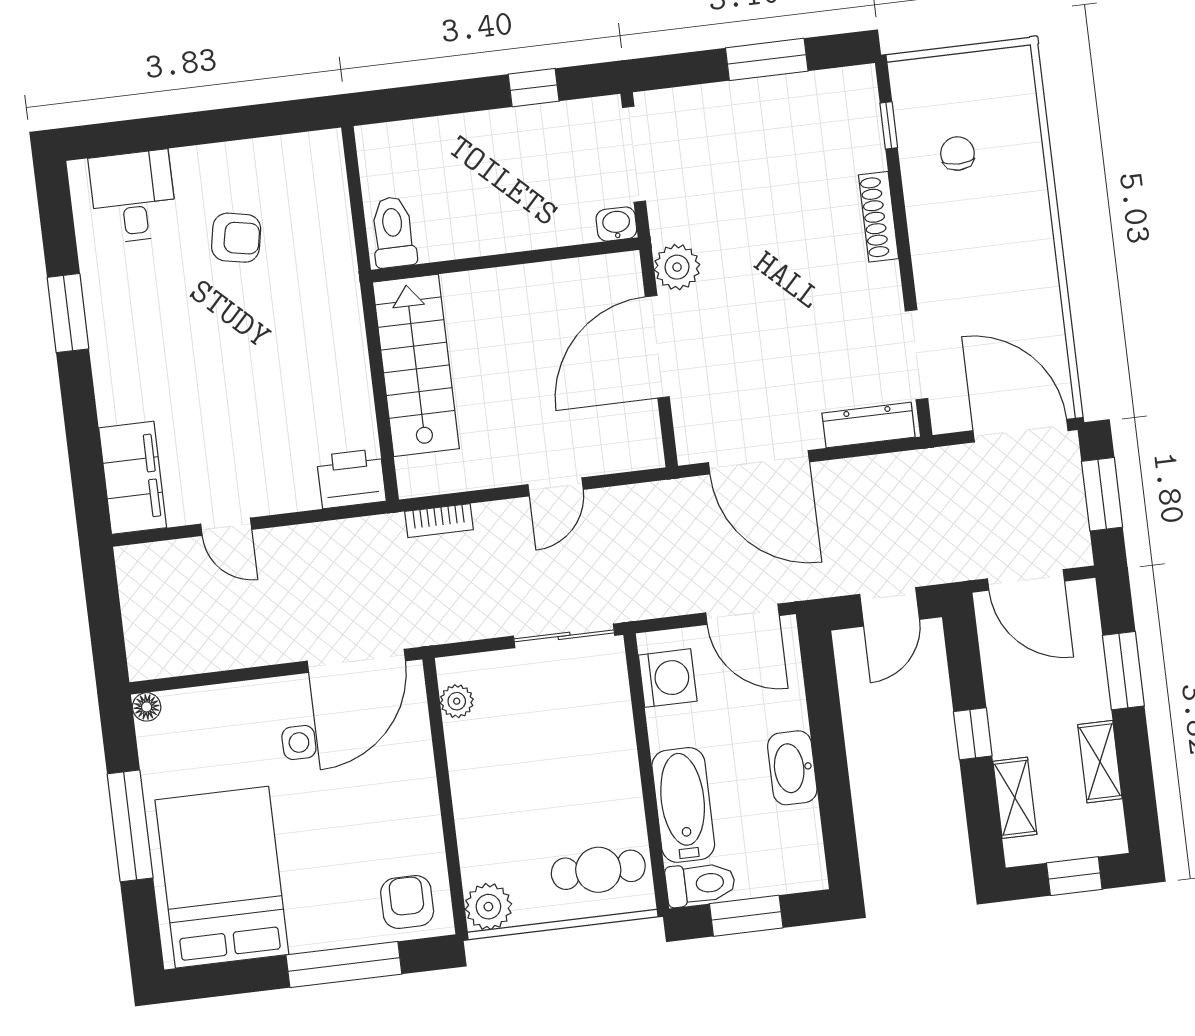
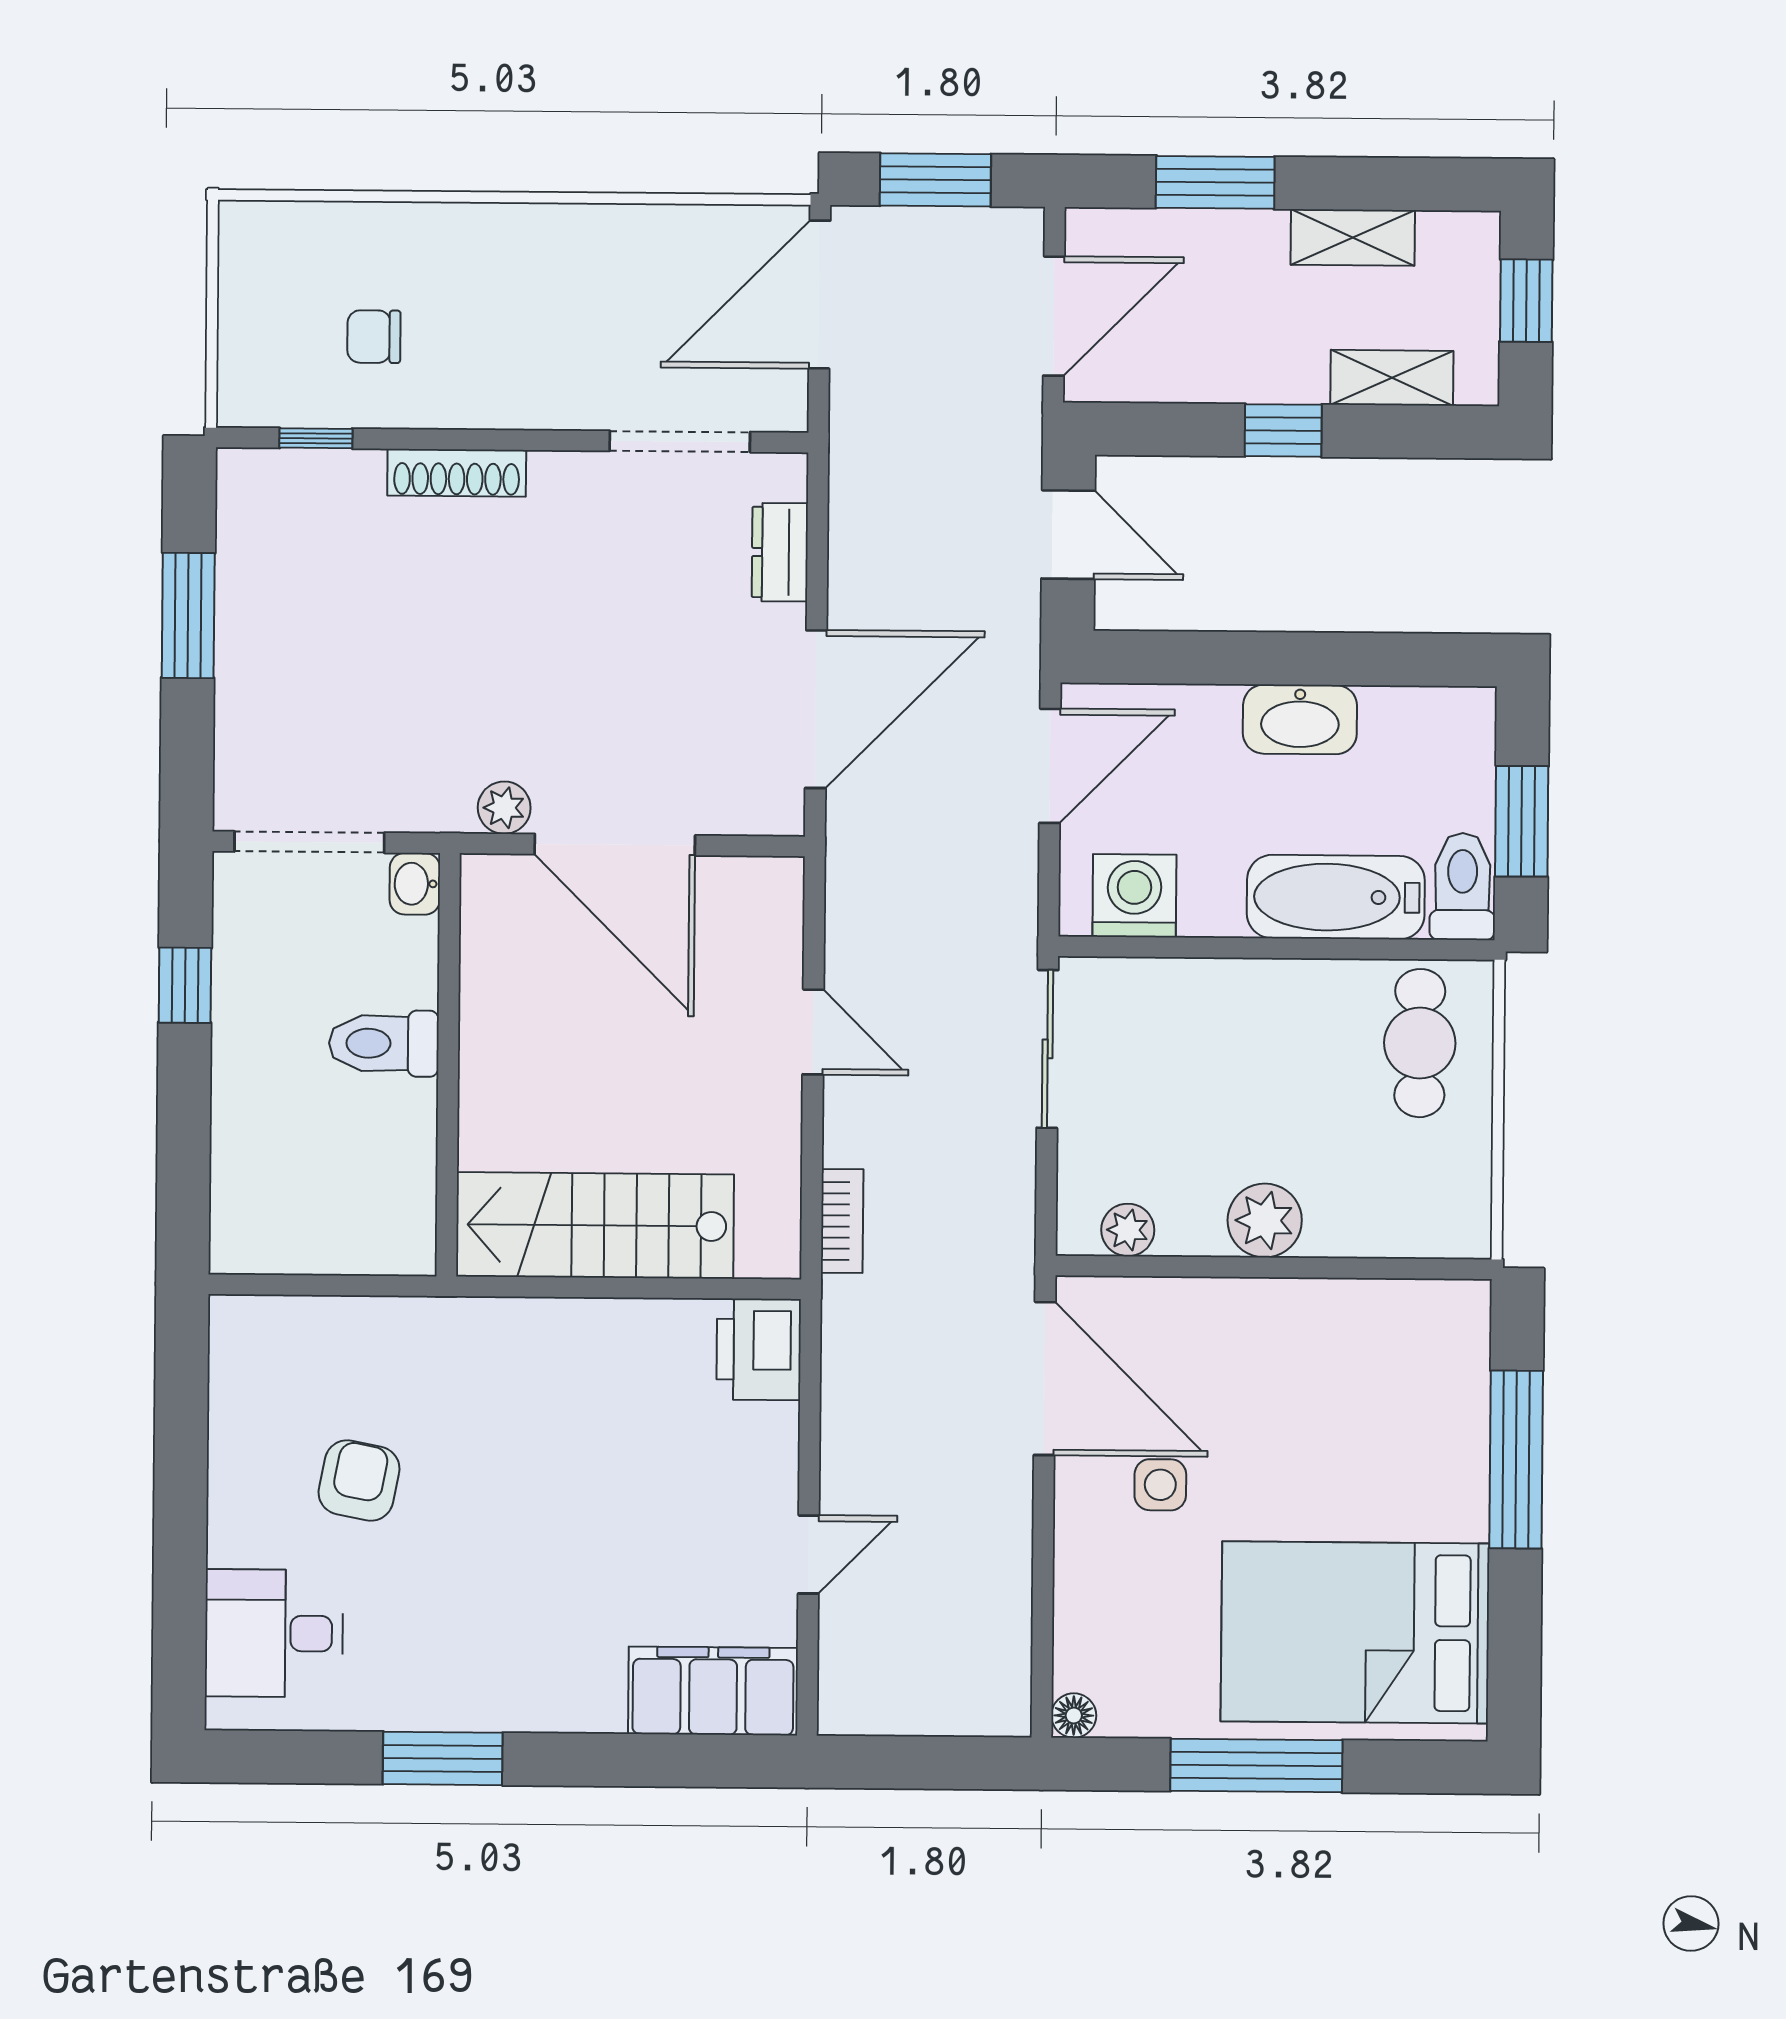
toilet: (393, 232) -> (384, 1043), moved
plant: (677, 267) -> (504, 808), width x0.73, depth x0.73
dresser: (869, 425) -> (780, 552), width x0.70
armchair: (407, 902) -> (1431, 1348), removed
plant: (488, 907) -> (1265, 1220), moved

